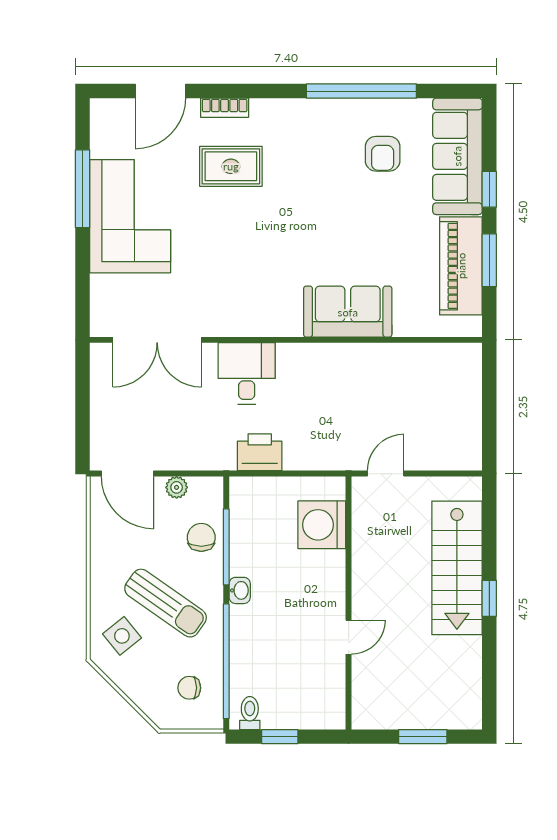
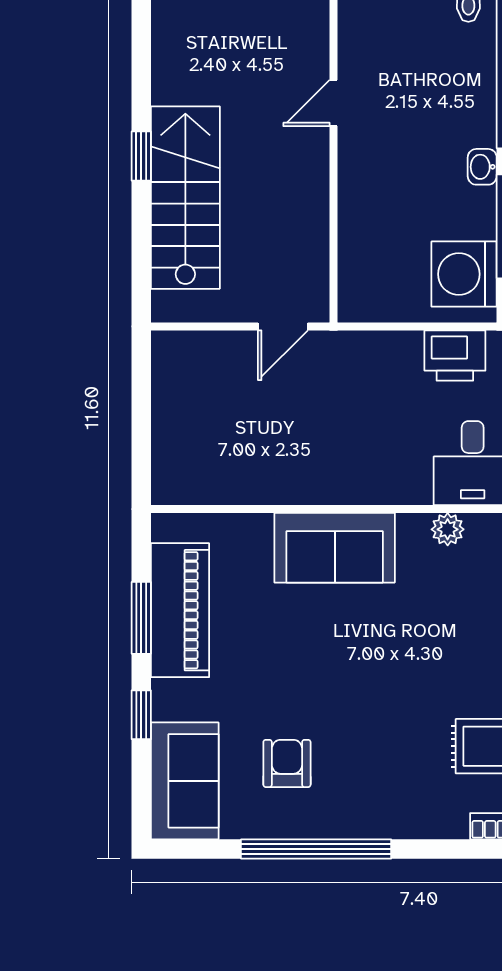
sofa: (457, 156) -> (185, 781), width x0.73
plant: (265, 325) -> (448, 529), added
washing machine: (322, 525) -> (464, 274), moved, turned 180

